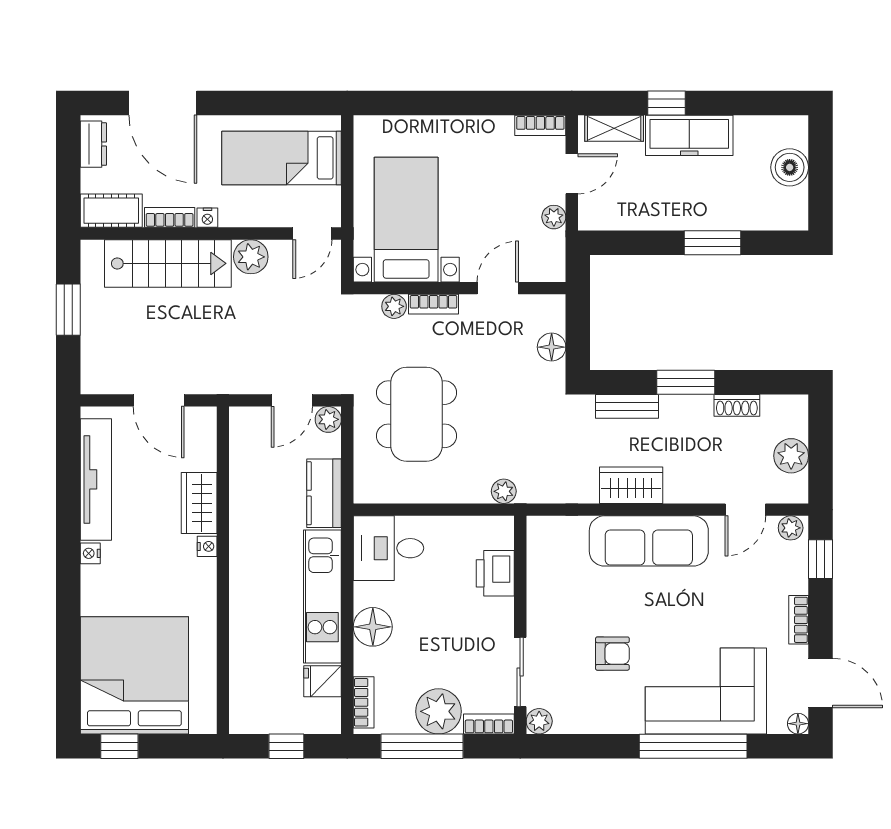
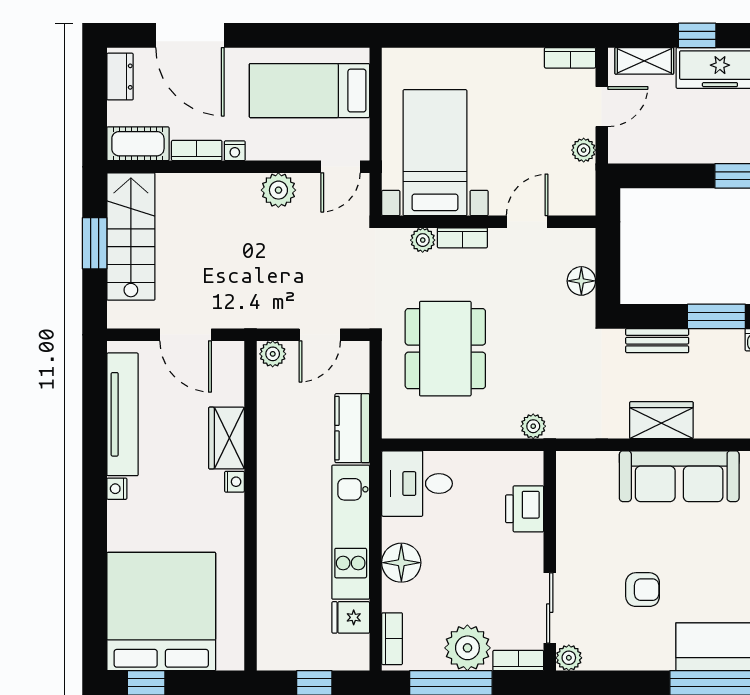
stairs: (168, 263) -> (131, 237), moved, turned -90
plant: (328, 419) -> (273, 354), moved

